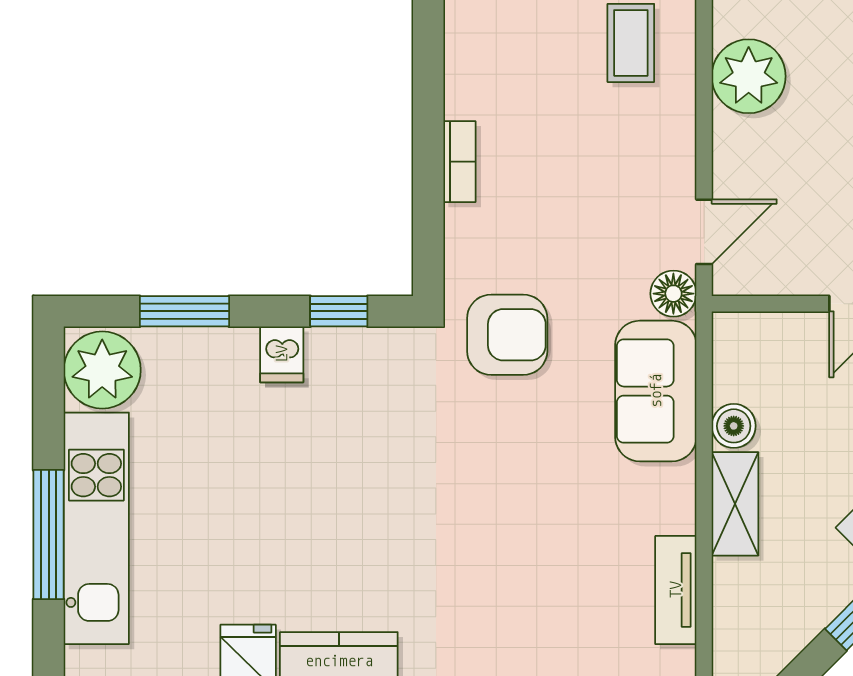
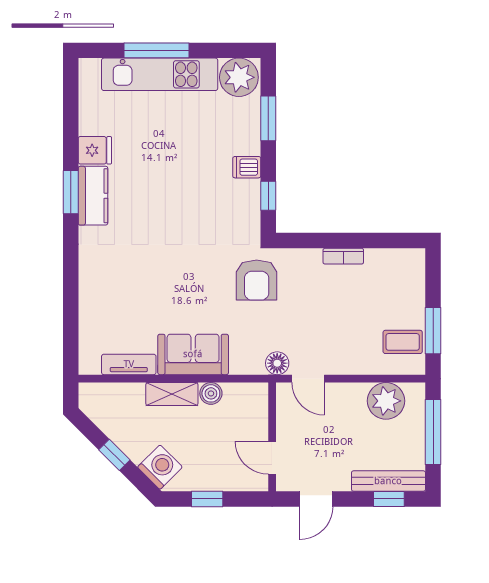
sofa: (656, 391) -> (193, 354), moved

